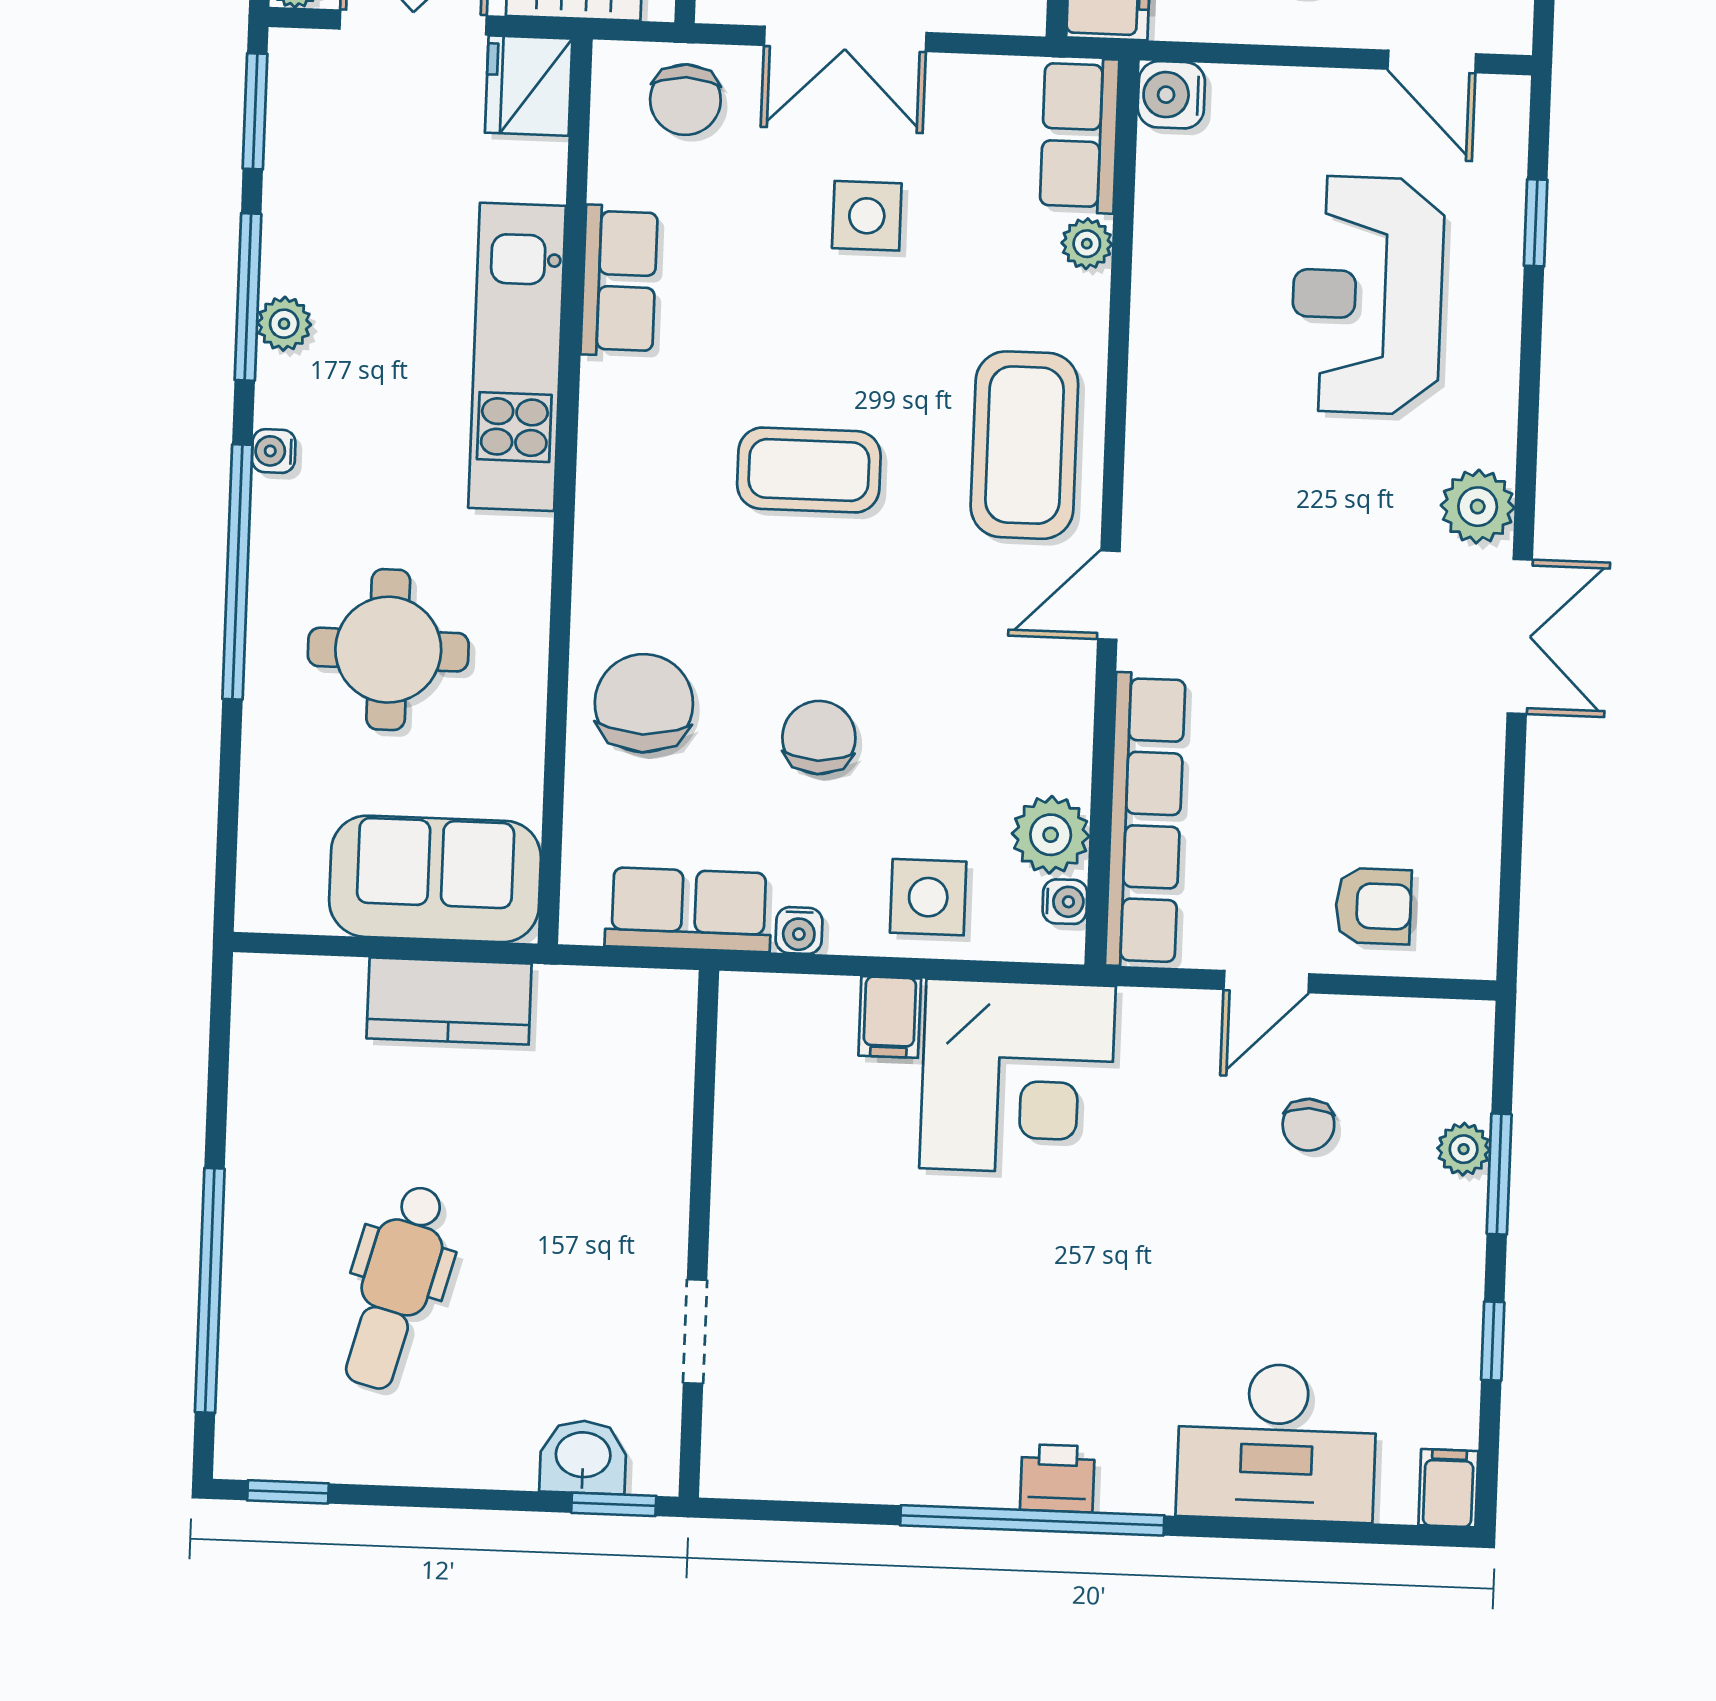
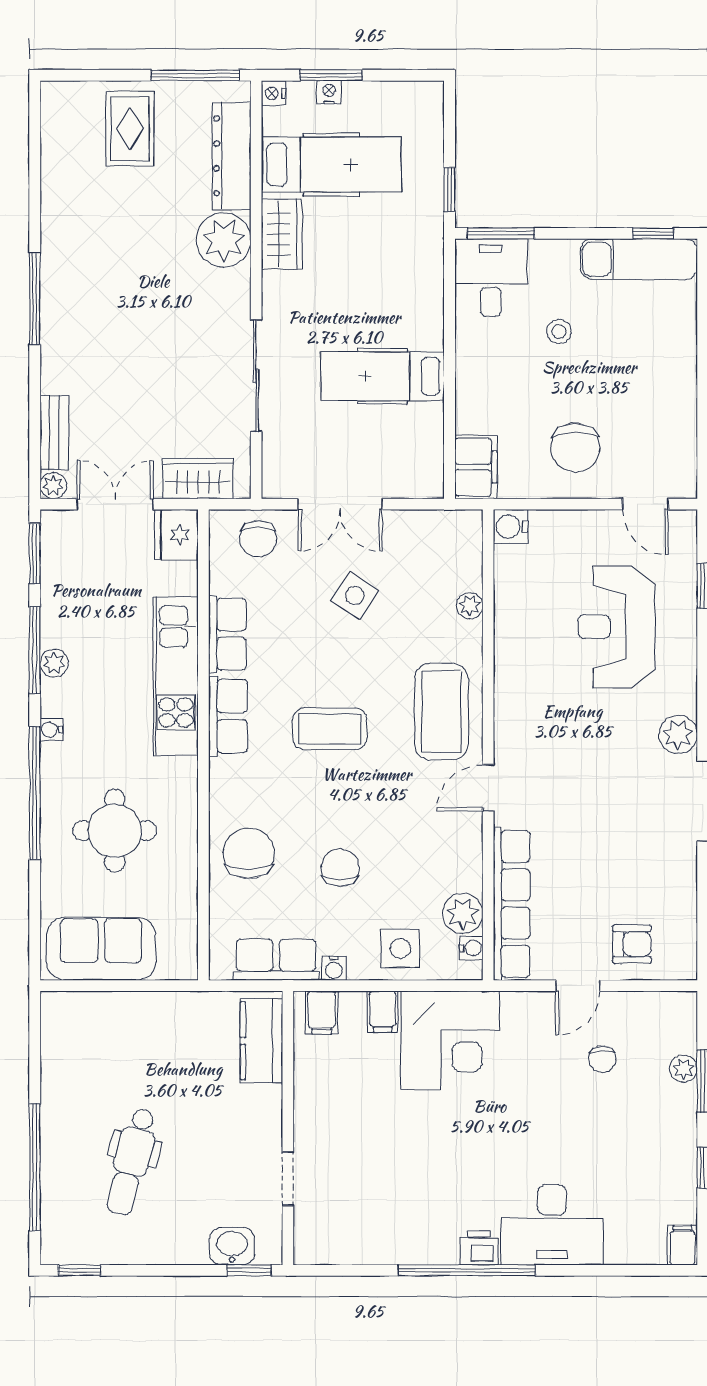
row of seats: (1079, 135) -> (228, 716), moved, turned 180
side table: (867, 216) -> (355, 596), turned 34
sofa: (435, 879) -> (101, 949), moved
kitchen counter: (449, 1001) -> (261, 1041), moved, turned 90
filing cabinet: (772, 1014) -> (322, 1013), added
desk: (1277, 1442) -> (552, 1225), moved

